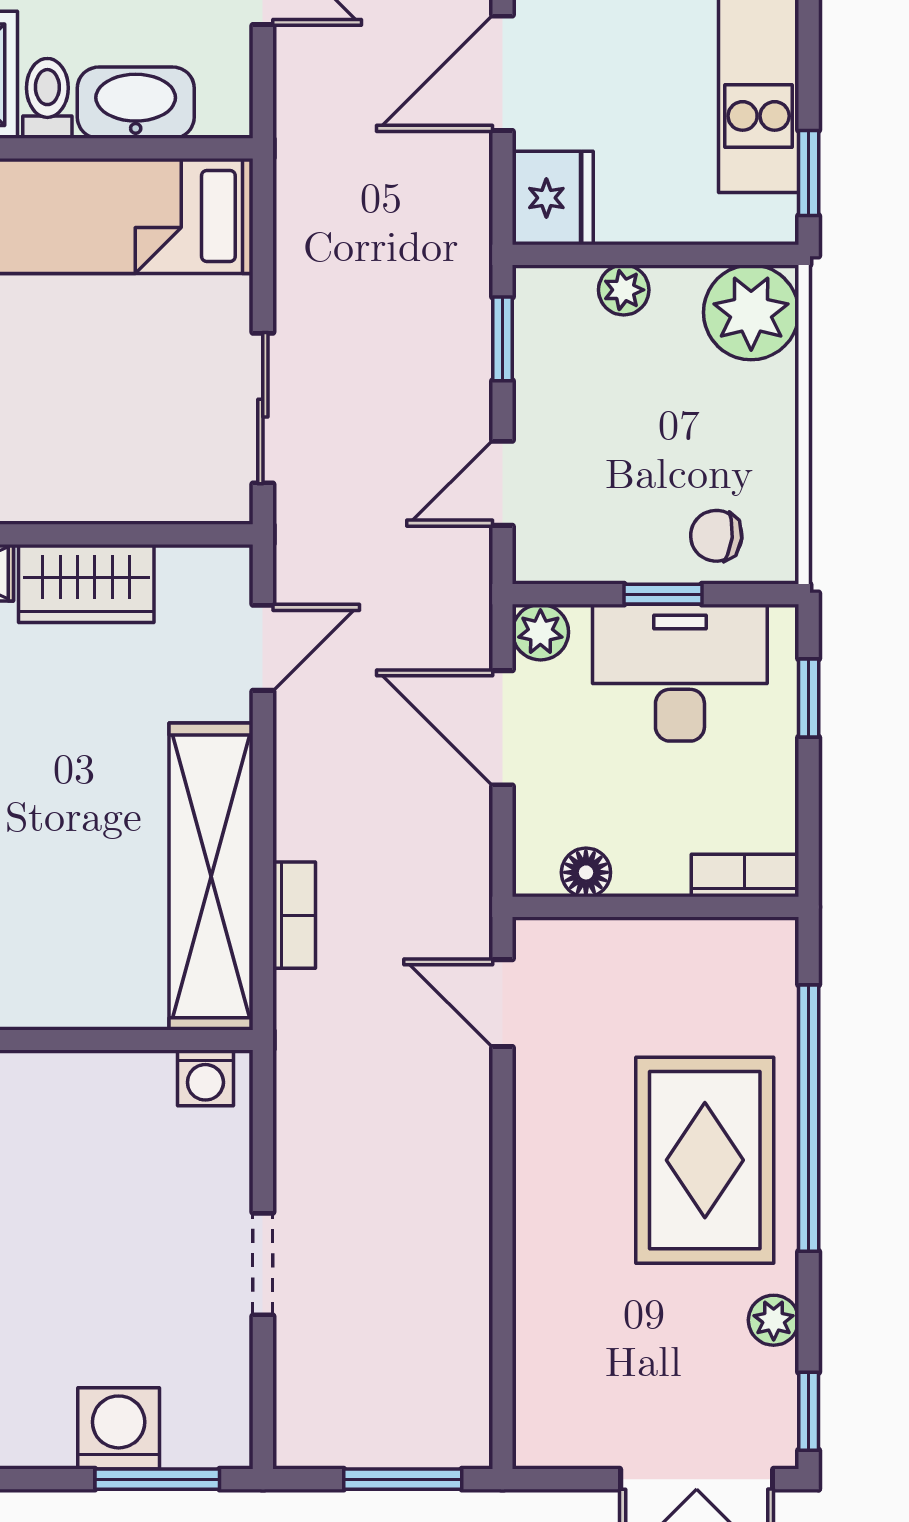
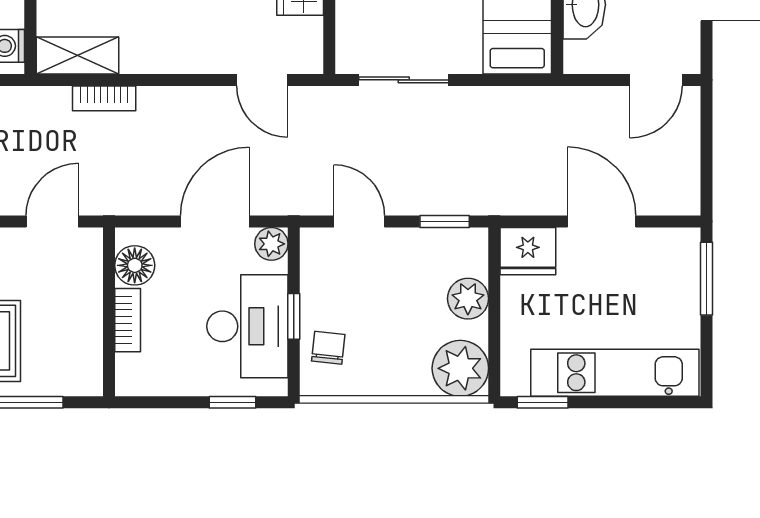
plant: (624, 290) -> (468, 299), width x1.38, depth x1.38
floor lamp: (586, 872) -> (135, 265), width x1.37, depth x1.37
bookcase: (745, 875) -> (128, 320), moved
shelving: (211, 876) -> (78, 55), width x0.45, depth x0.75

